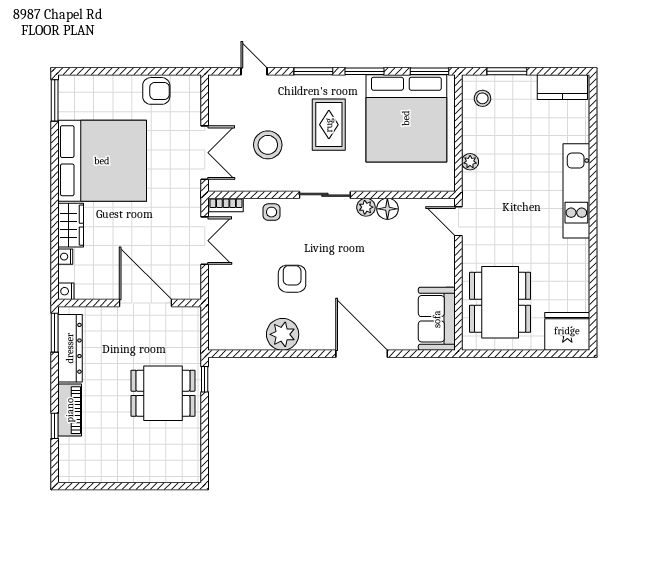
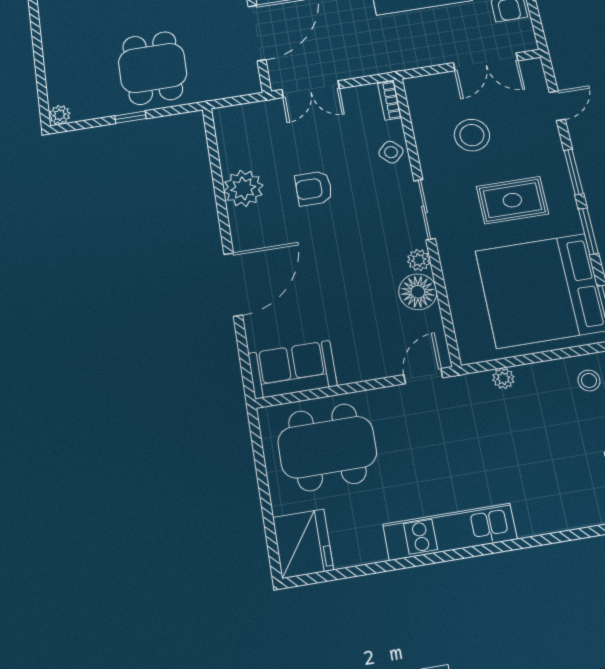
double door: (205, 153) -> (486, 62), moved
kitchen unit: (576, 191) -> (450, 532), moved
floor lamp: (387, 209) -> (418, 292), width x1.38, depth x1.38
side table: (272, 212) -> (391, 152), turned 45
double door: (205, 241) -> (311, 89), moved
armchair: (292, 279) -> (314, 188), turned 180
window: (205, 379) -> (130, 117), moved
plant: (193, 474) -> (60, 115), added

